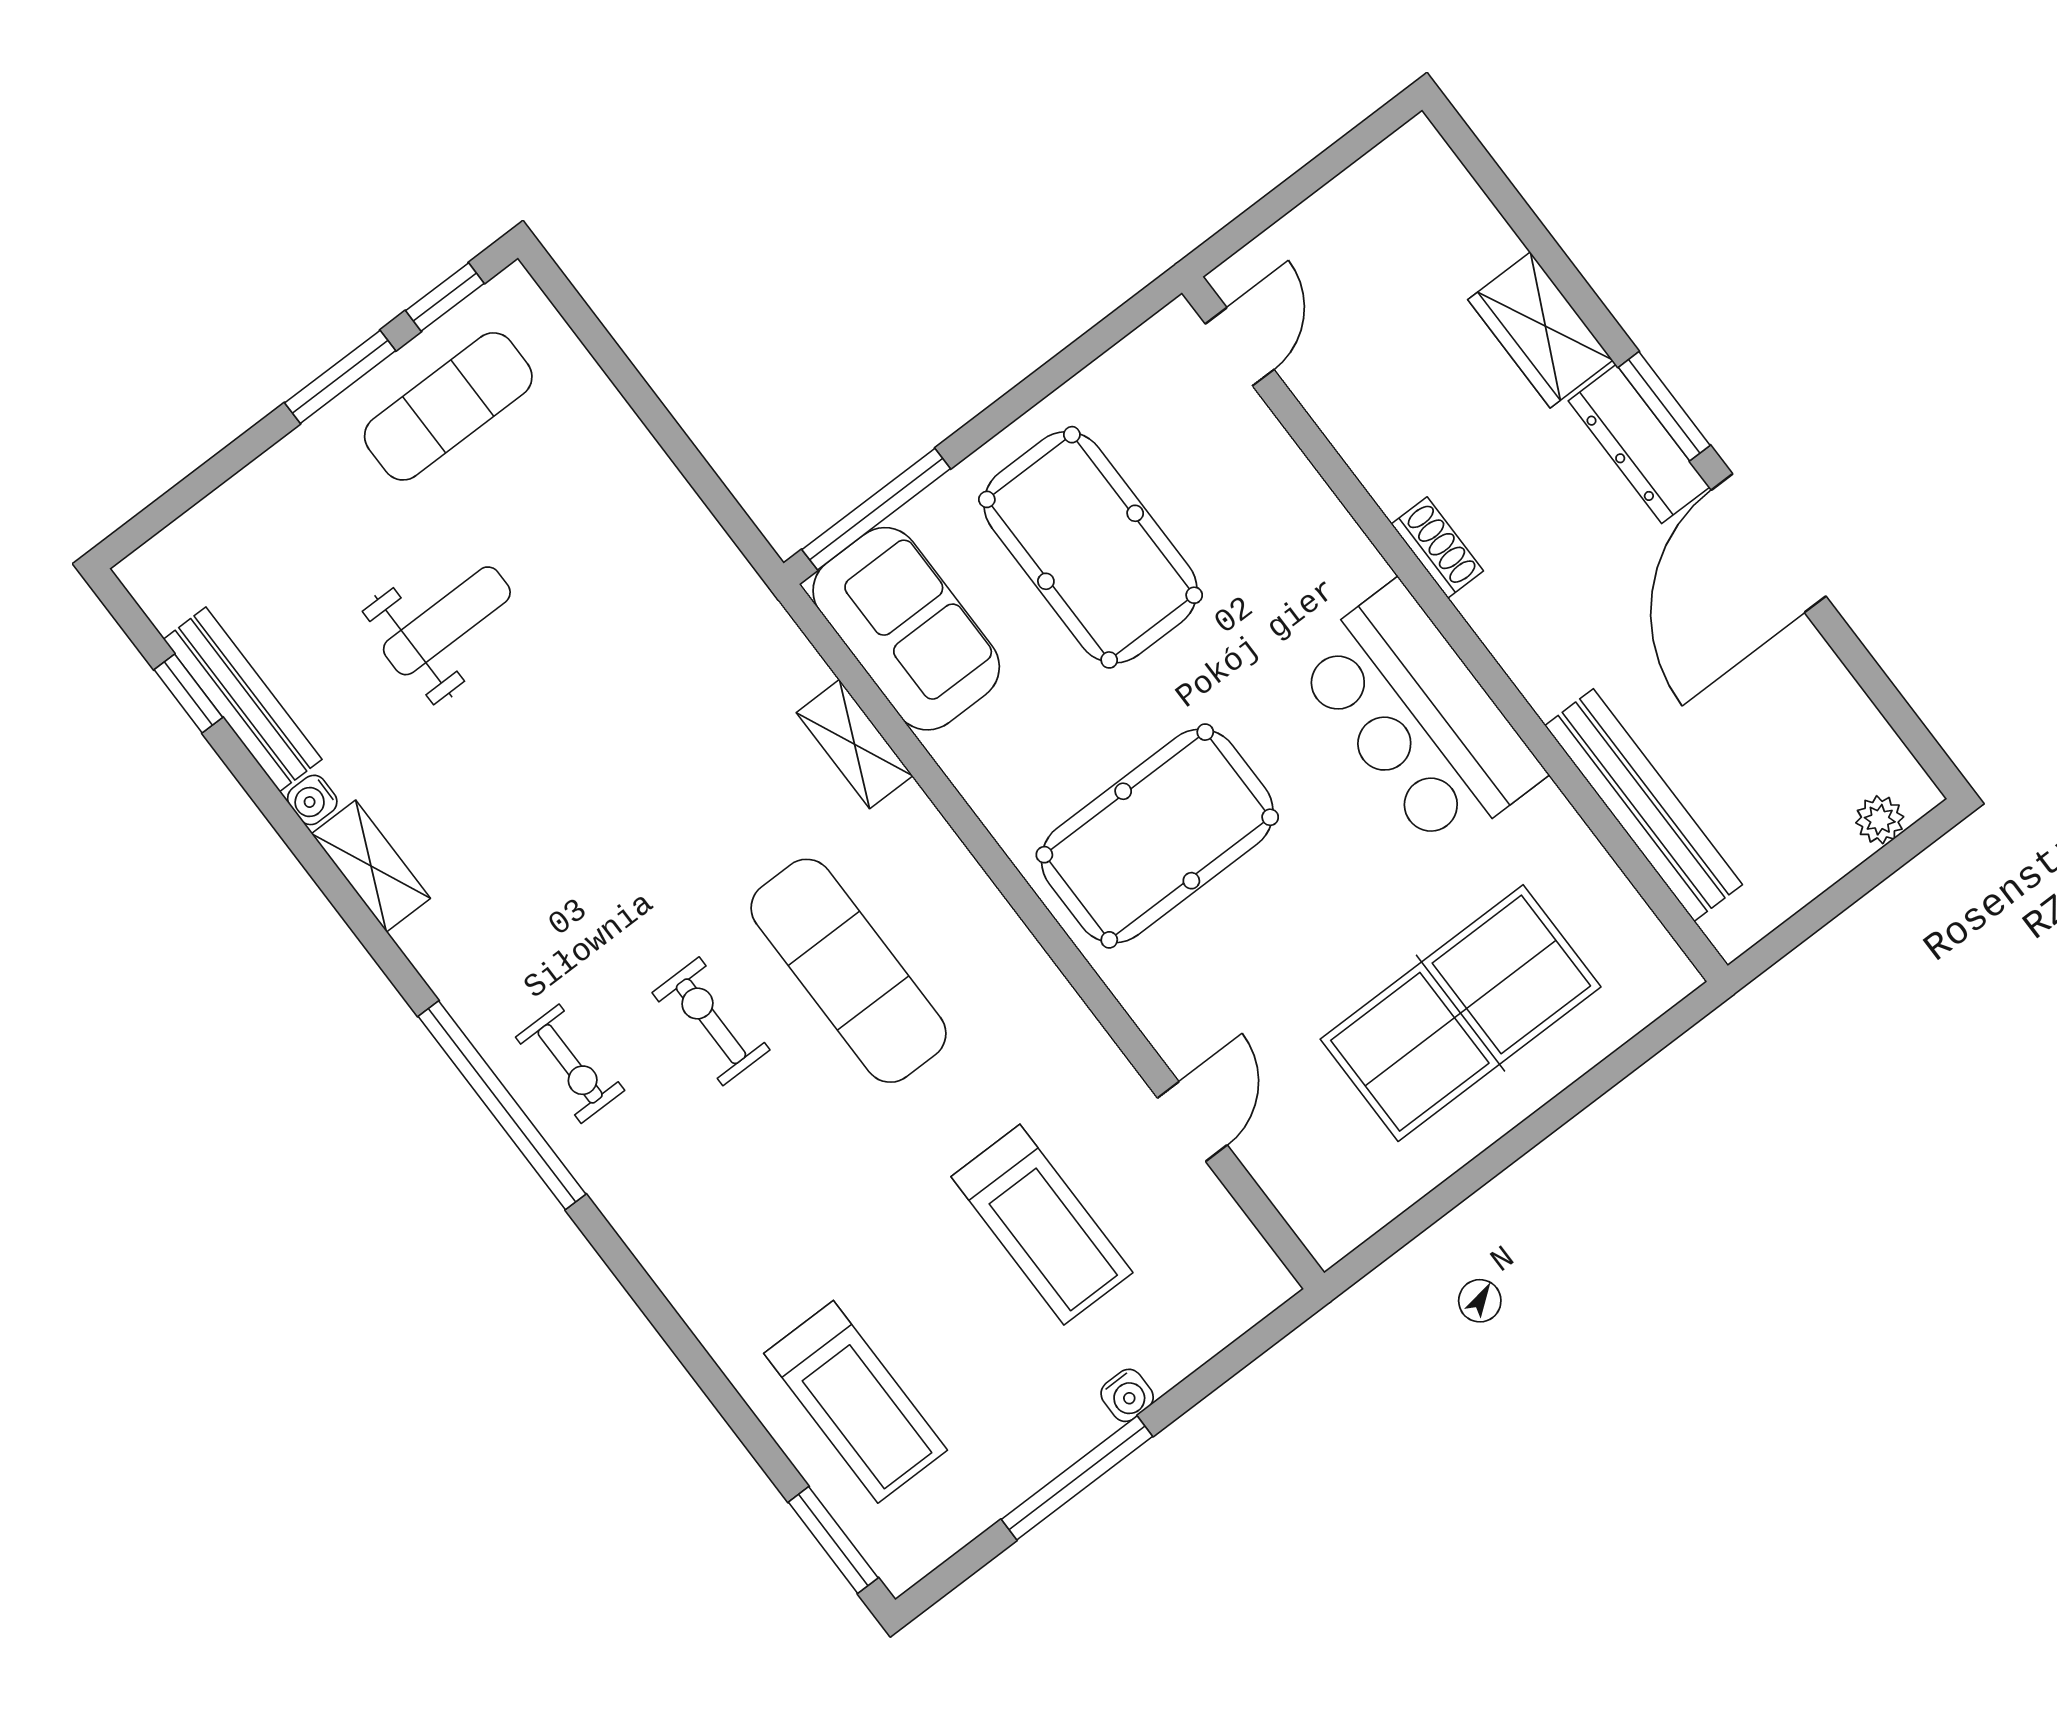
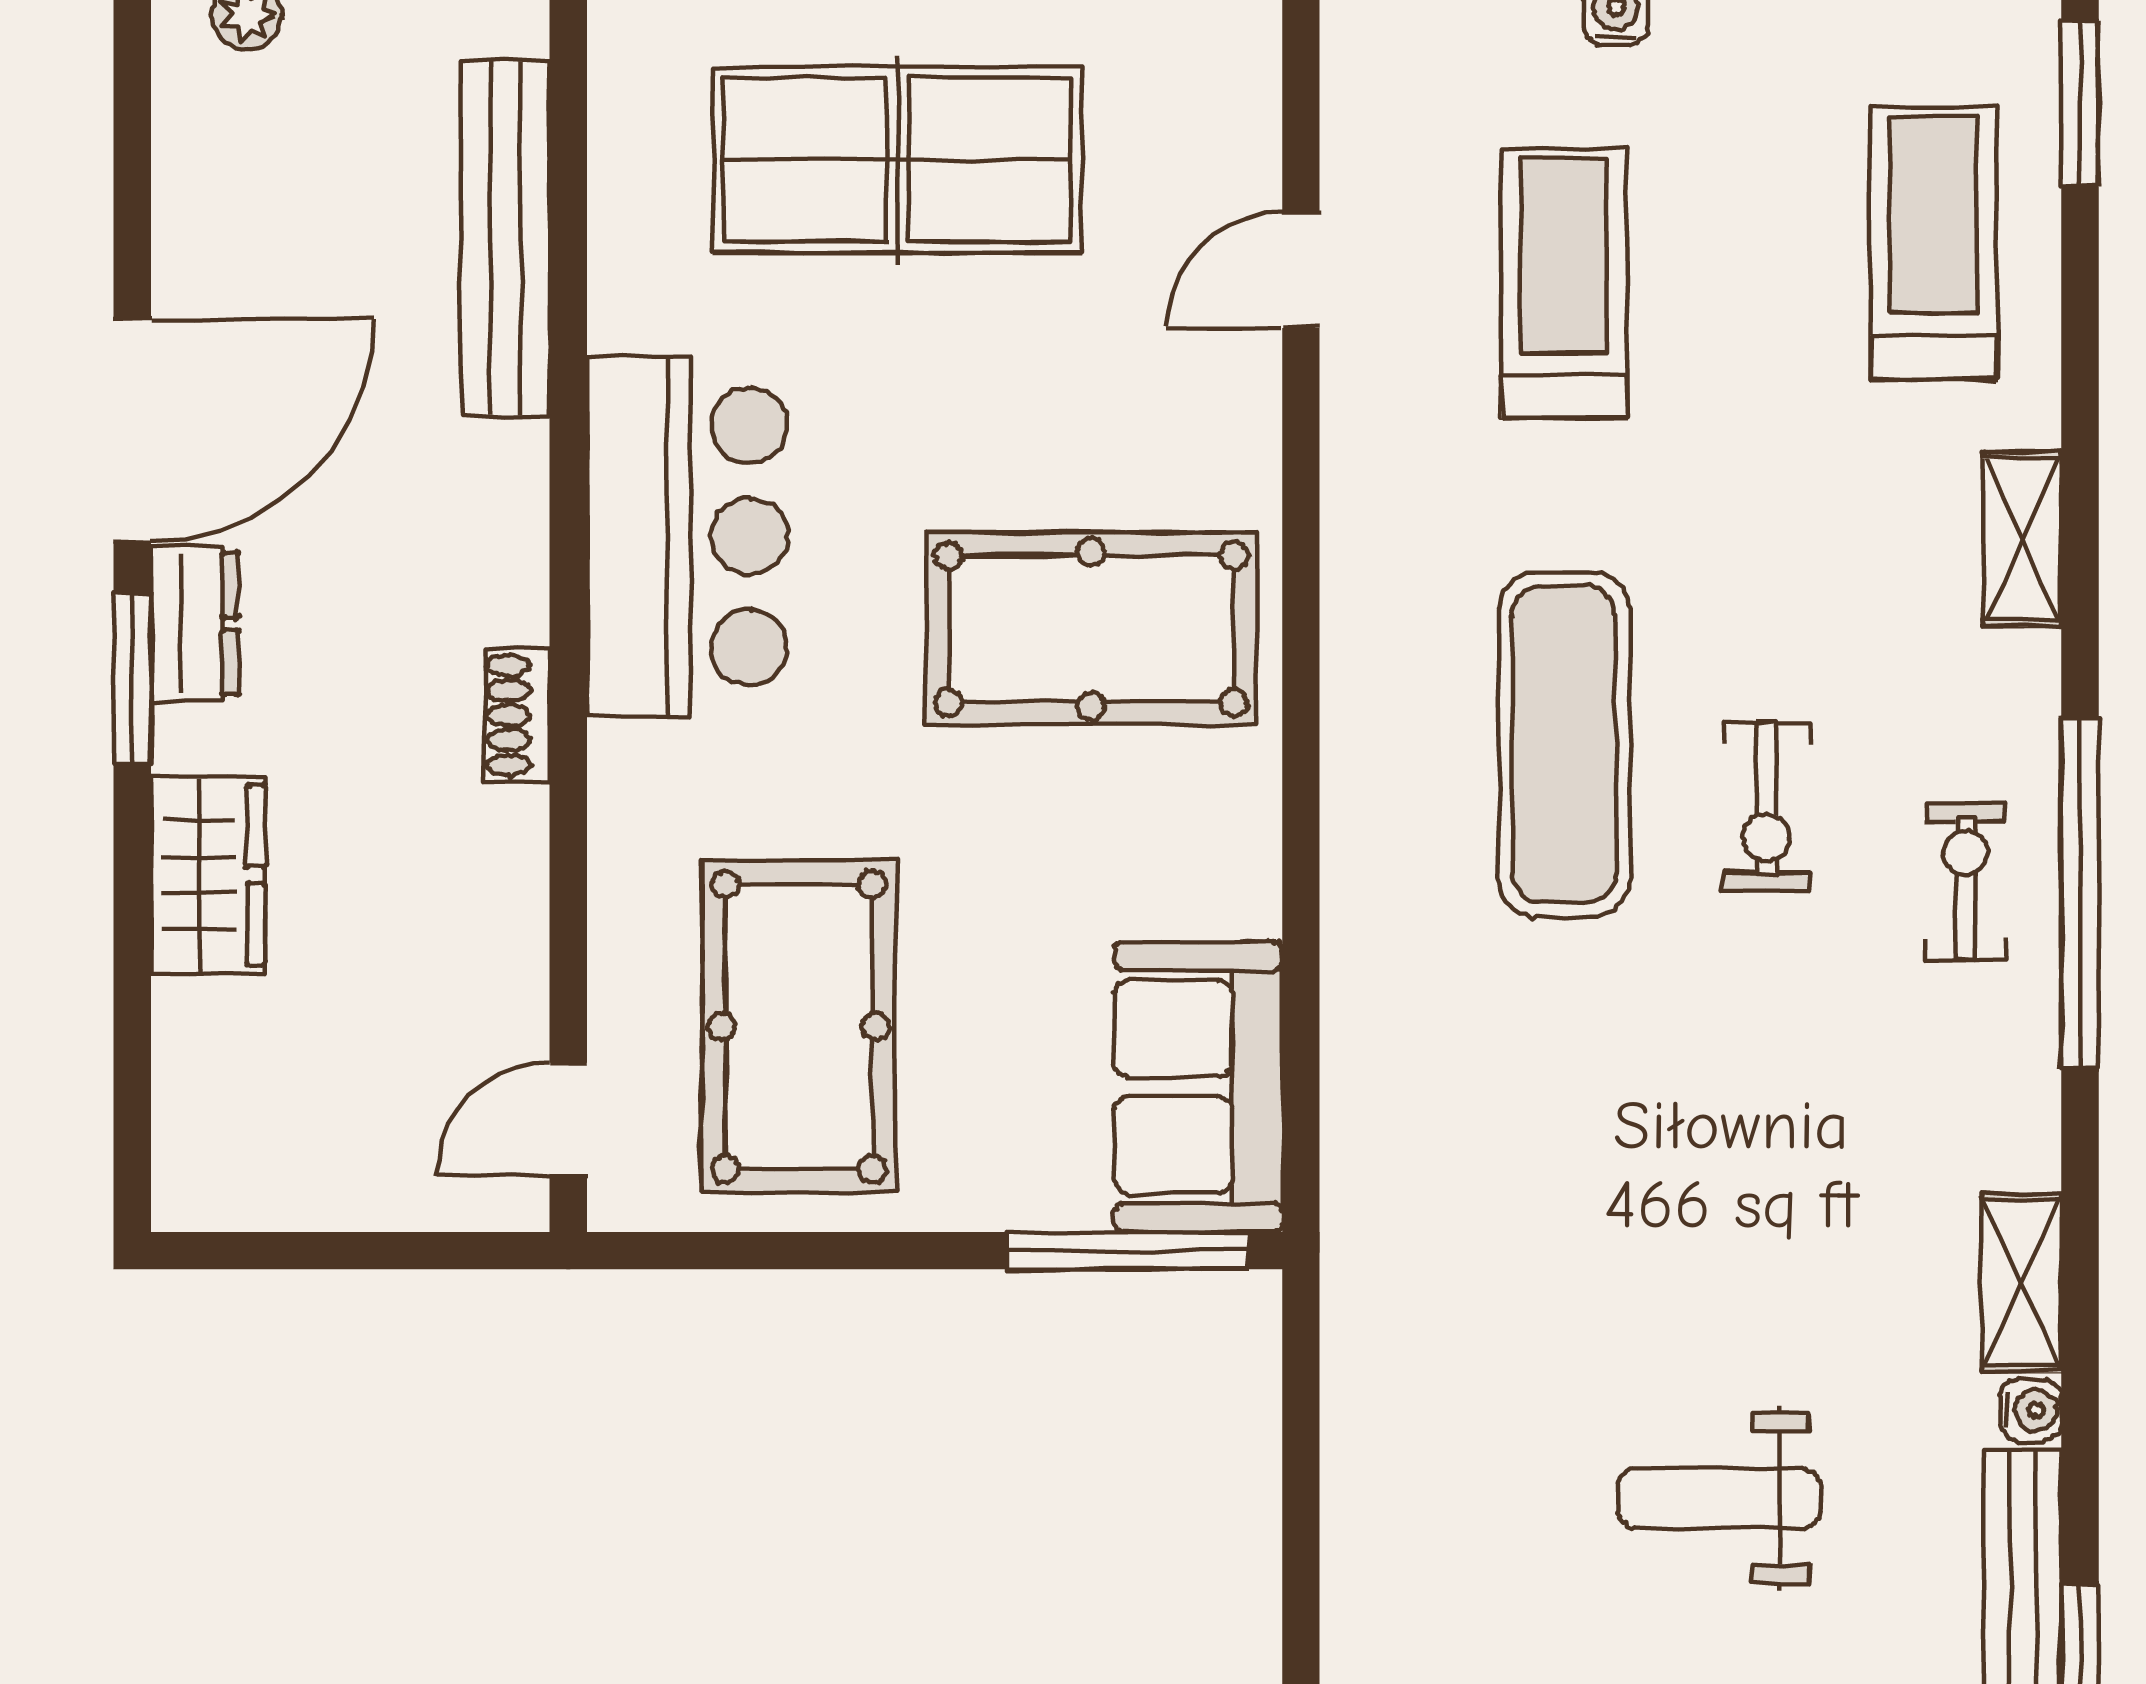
dresser: (1639, 444) -> (194, 624), width x0.70
pool table: (1091, 547) -> (799, 1027), moved
shelving: (854, 744) -> (2022, 539), moved

